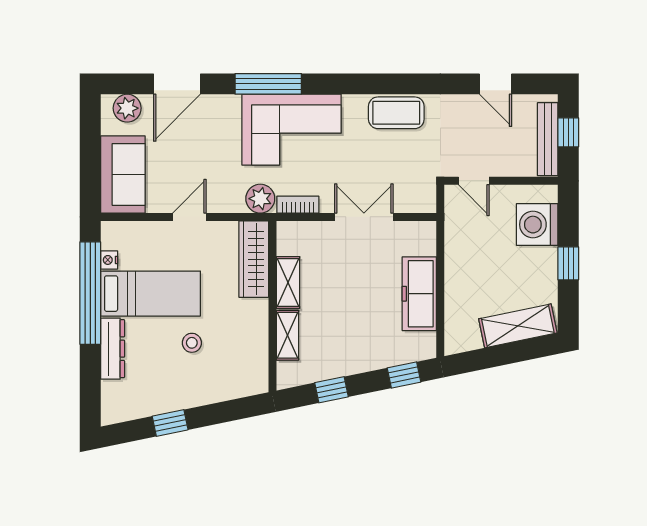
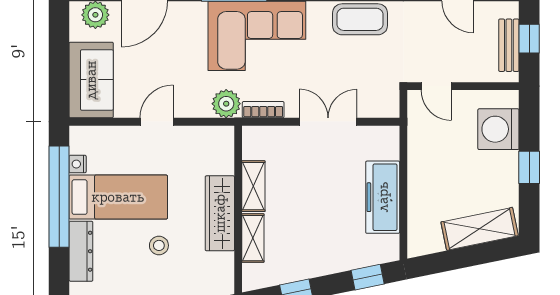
bench: (548, 139) -> (509, 45), width x0.73
wardrobe: (254, 259) -> (220, 213), moved

